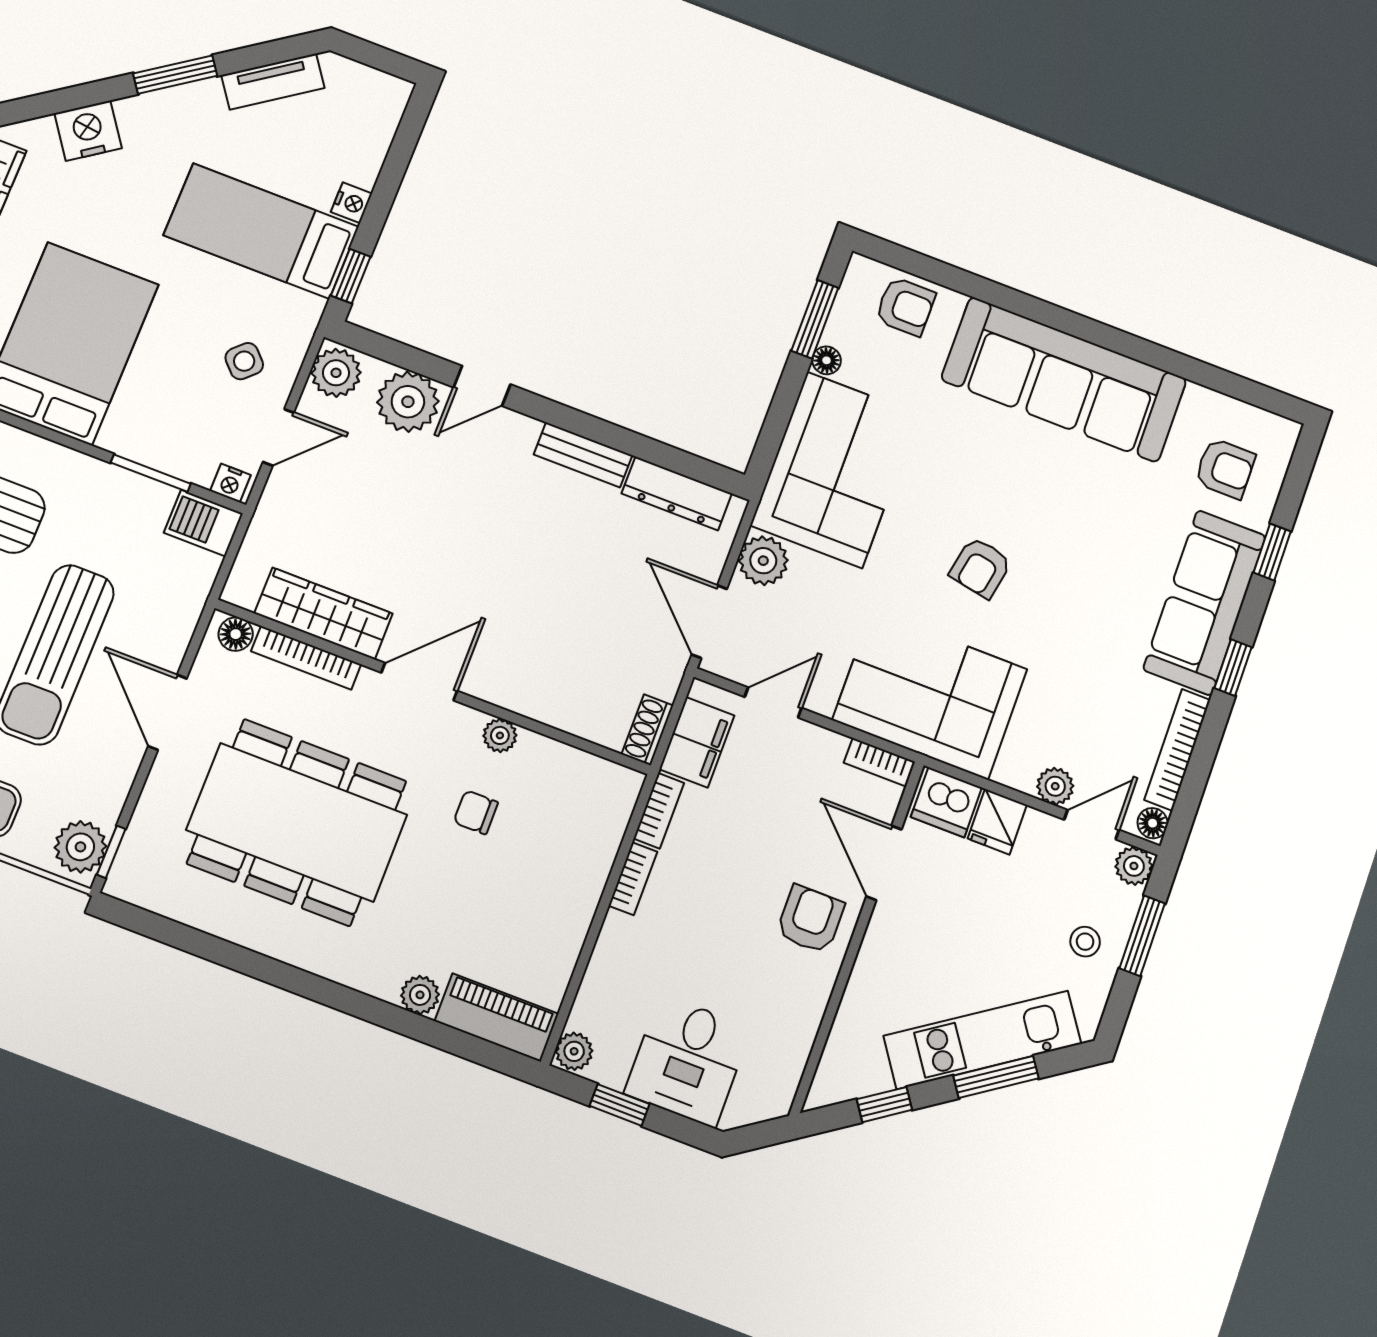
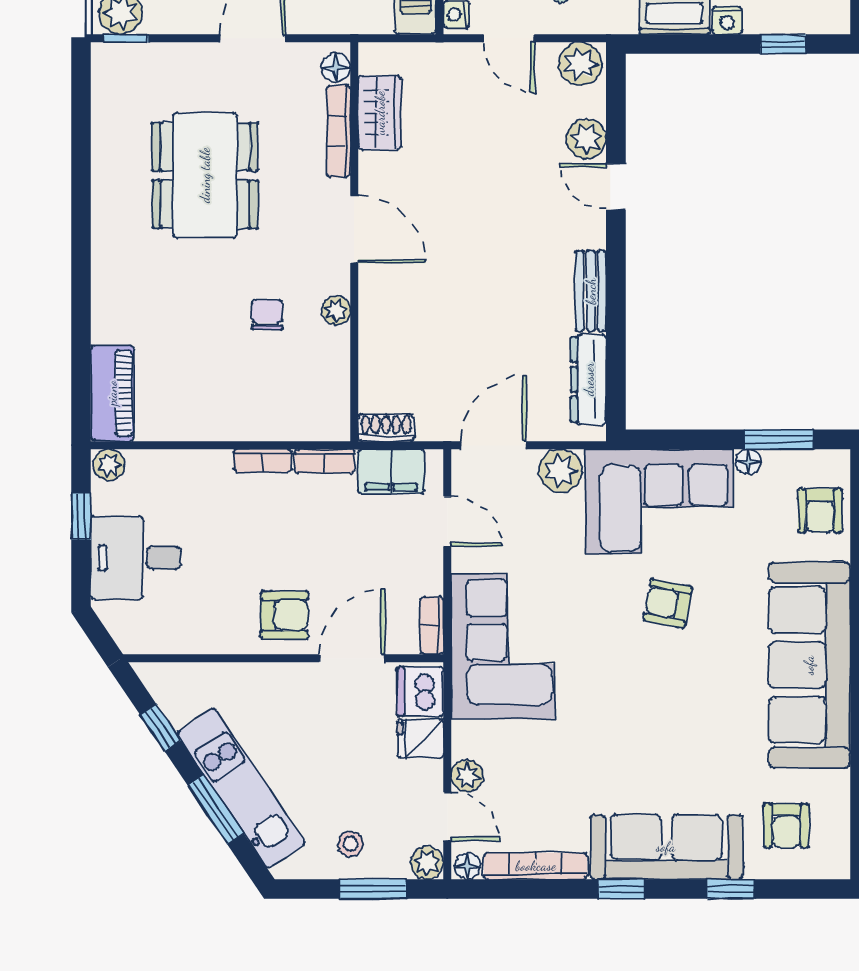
window: (351, 276) -> (783, 44), moved
plant: (408, 402) -> (586, 139), width x0.73, depth x0.73
armchair: (981, 568) -> (668, 603), moved
wardrobe: (323, 613) -> (380, 113), width x0.67
dining table: (297, 822) -> (205, 175), width x0.73, depth x0.80
plant: (420, 995) -> (107, 326), removed

